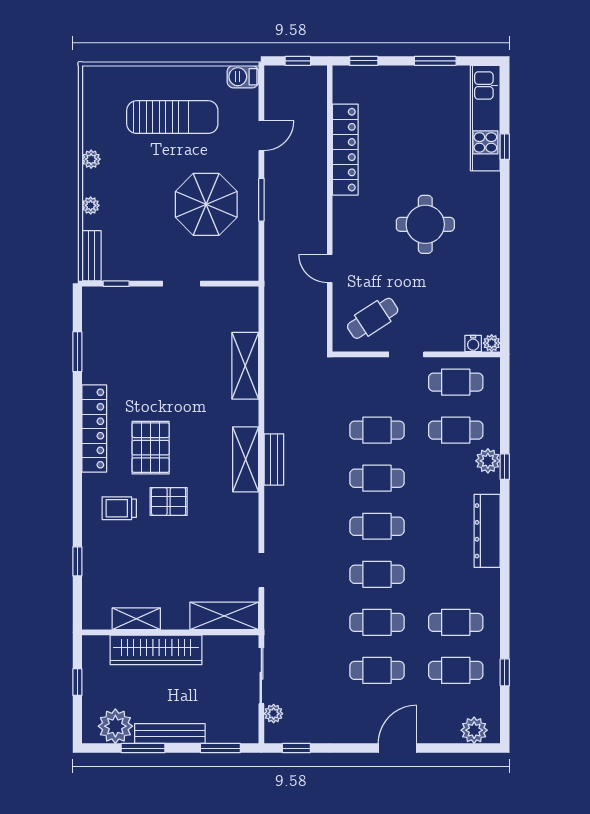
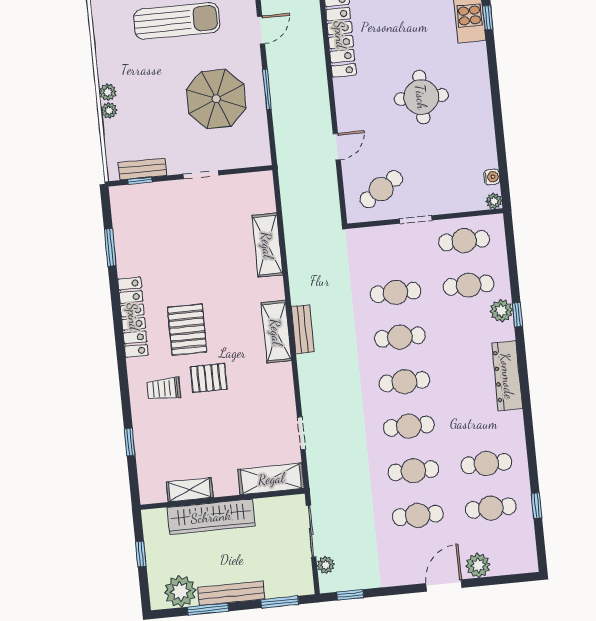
plant: (91, 159) -> (108, 92), moved
bench: (91, 256) -> (142, 169), moved, turned 90
door: (330, 268) -> (337, 147), swing flipped
water cooler: (473, 343) -> (492, 177), moved, turned -90
plant: (474, 730) -> (478, 565), moved

